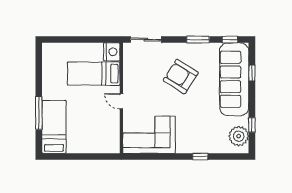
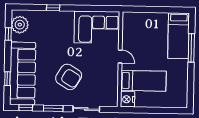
sliding door: (146, 40) -> (86, 109), moved

